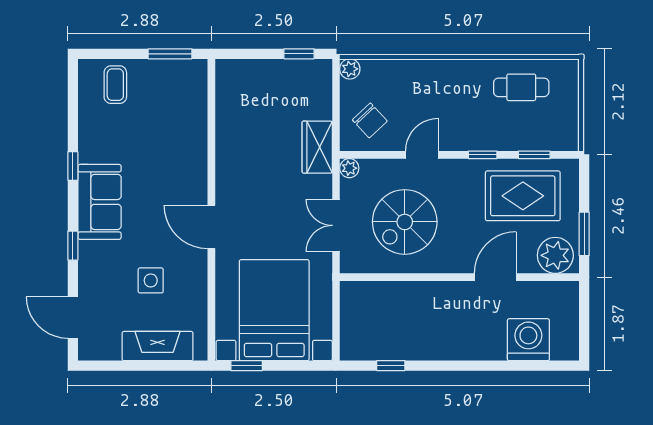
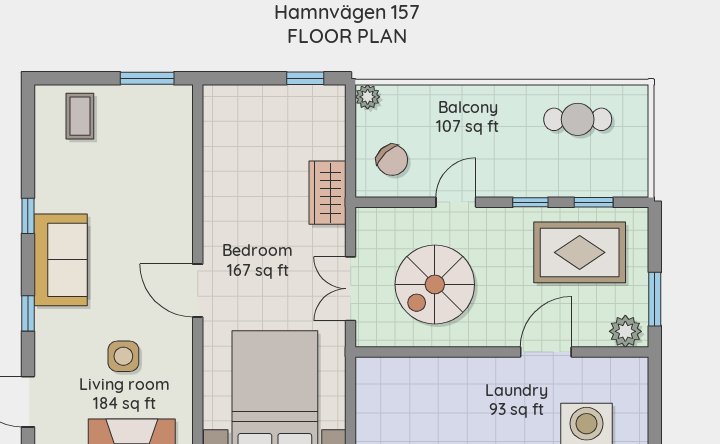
plant: (349, 168) -> (367, 218), removed
plant: (555, 255) -> (625, 331), width x0.73, depth x0.73

